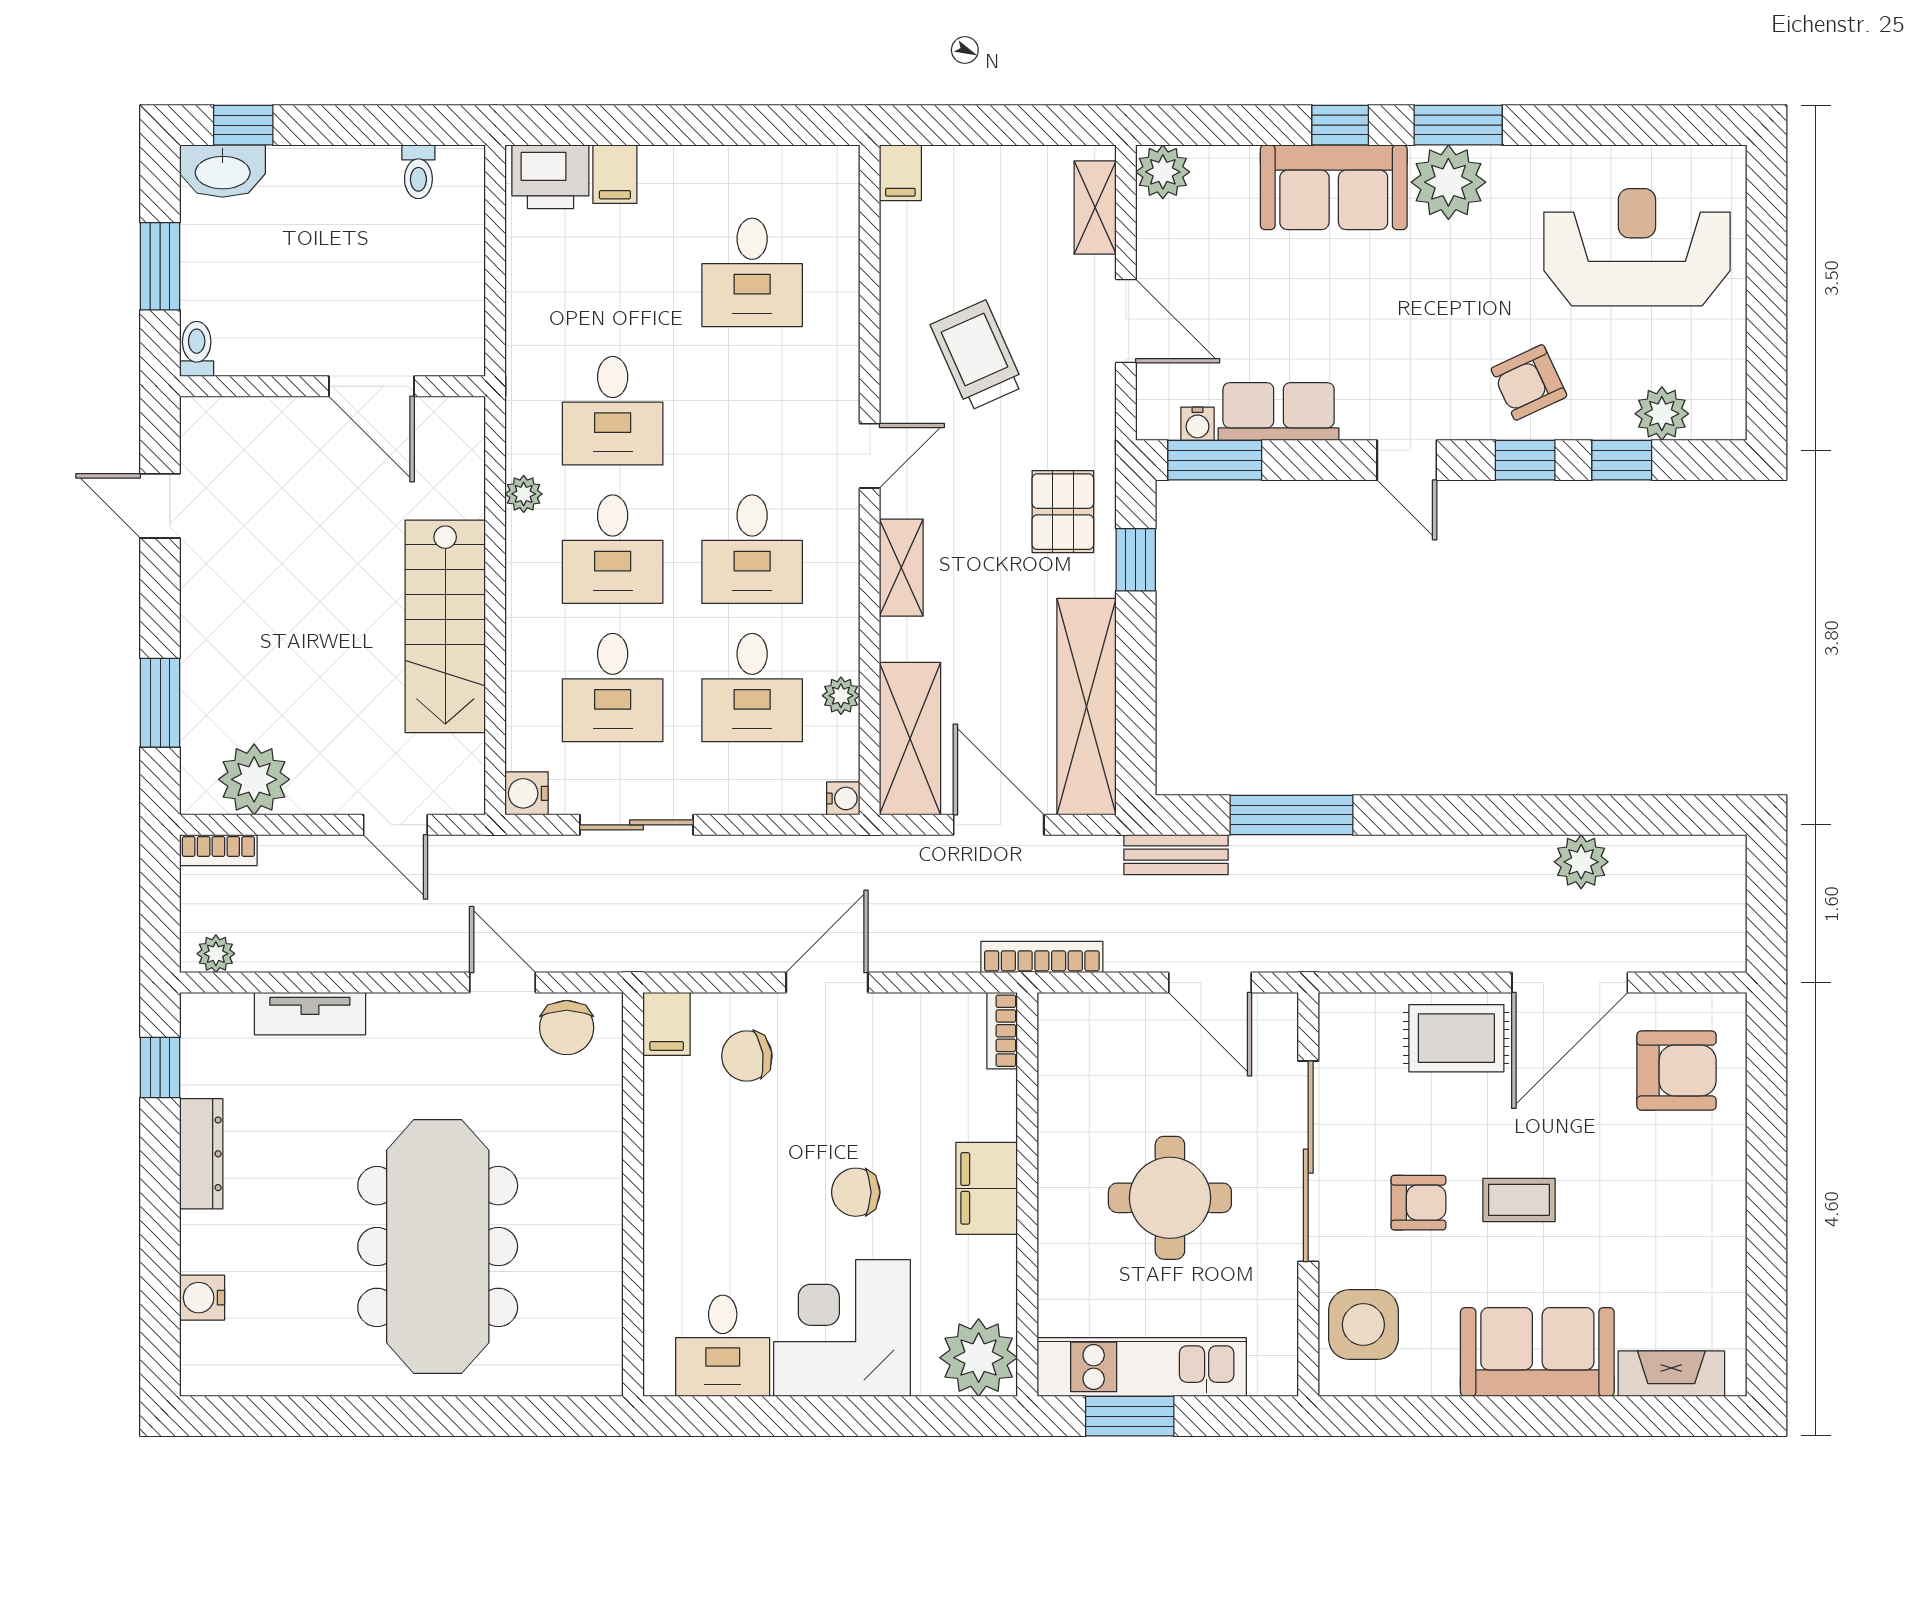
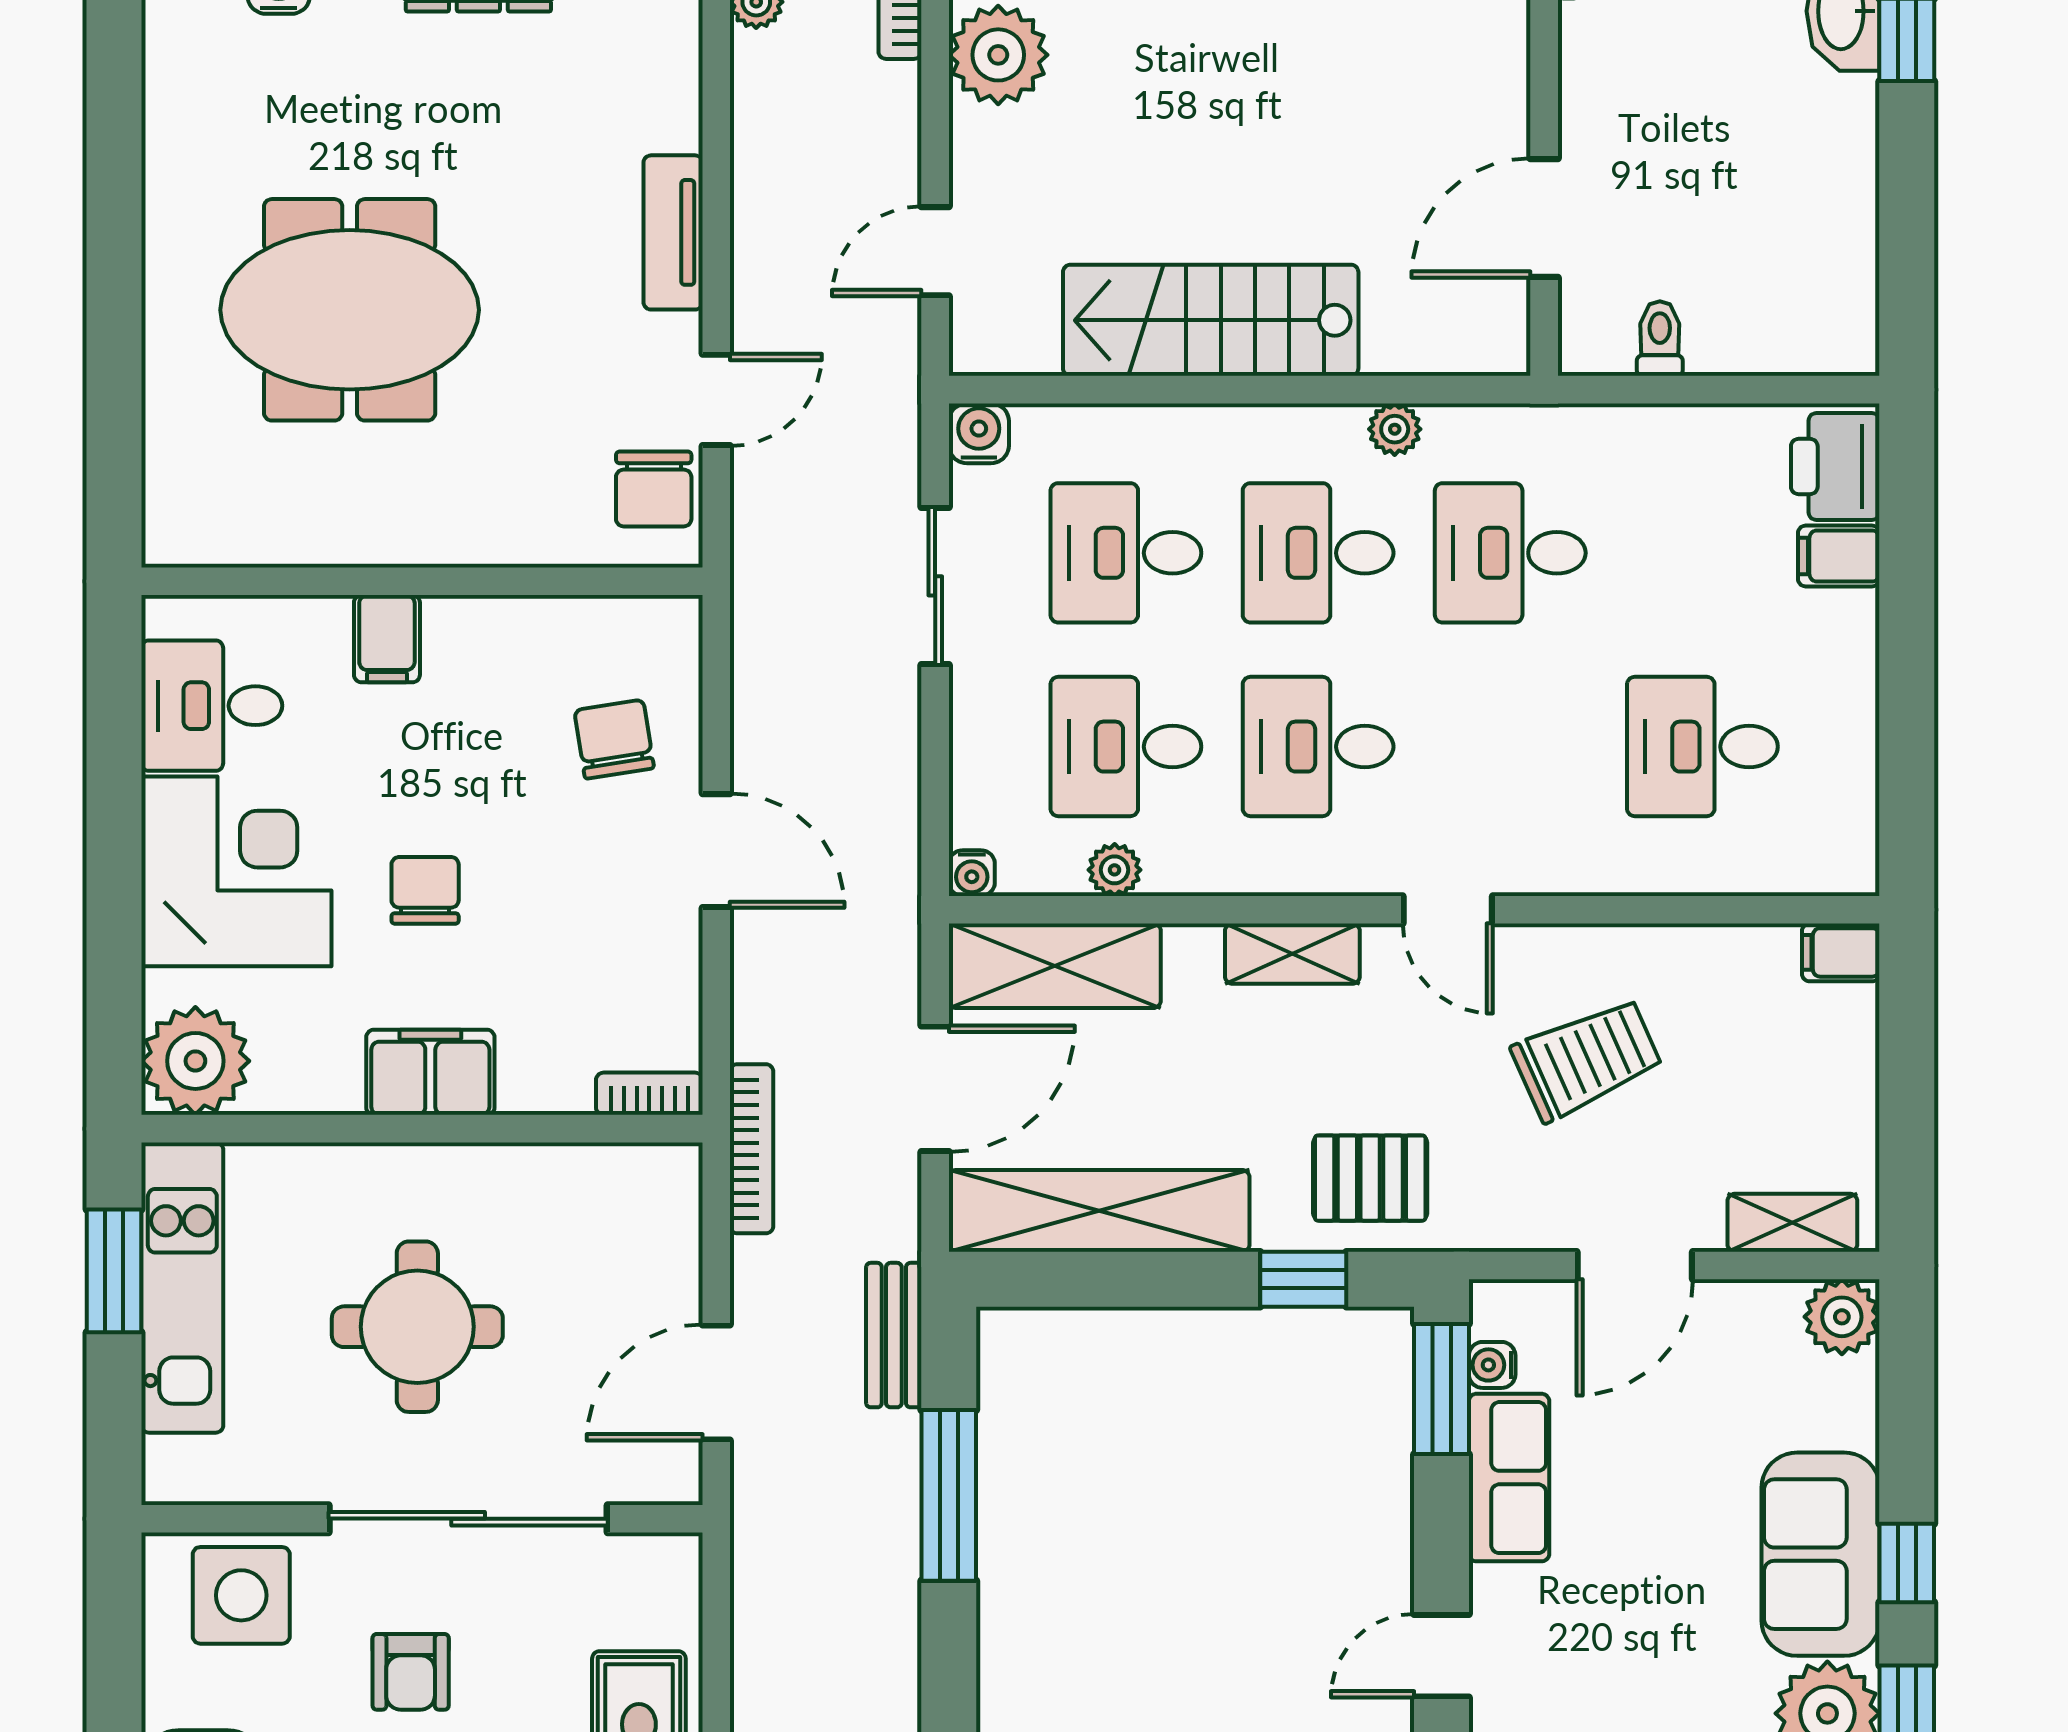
toilet: (418, 172) -> (1660, 339), moved, turned 90
tv unit: (310, 1014) -> (673, 232), moved
filing cabinet: (667, 1024) -> (387, 639), moved, turned -90
chair: (567, 1028) -> (654, 489), turned -90
meeting table: (438, 1247) -> (350, 310), width x0.73

